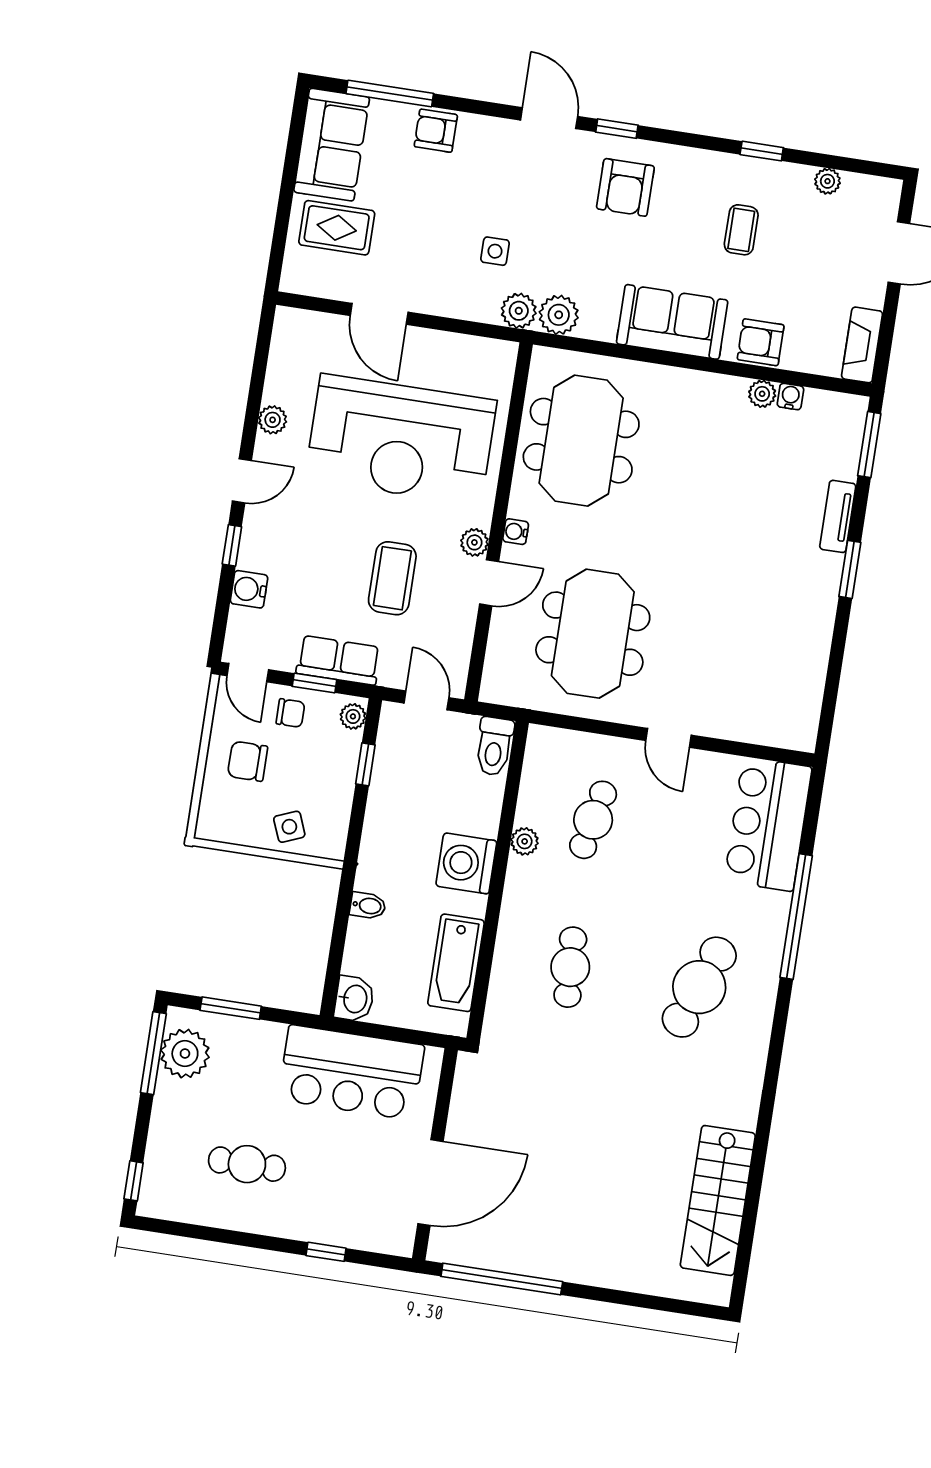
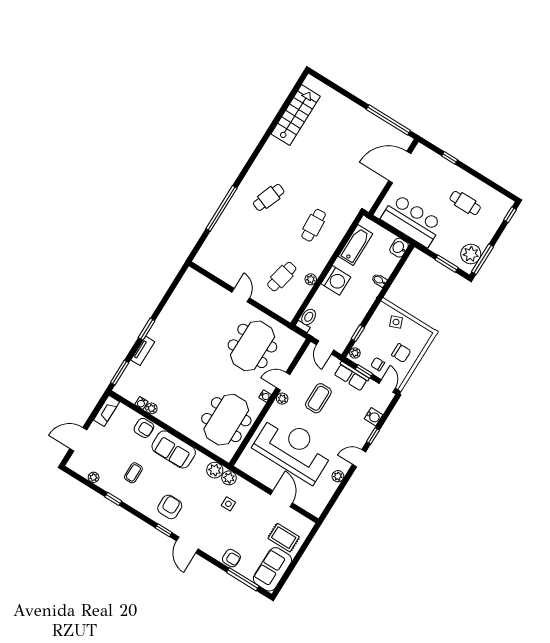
bar counter: (768, 824) -> (217, 247), removed
cafe table: (699, 987) -> (269, 197), width x0.73, depth x0.74

